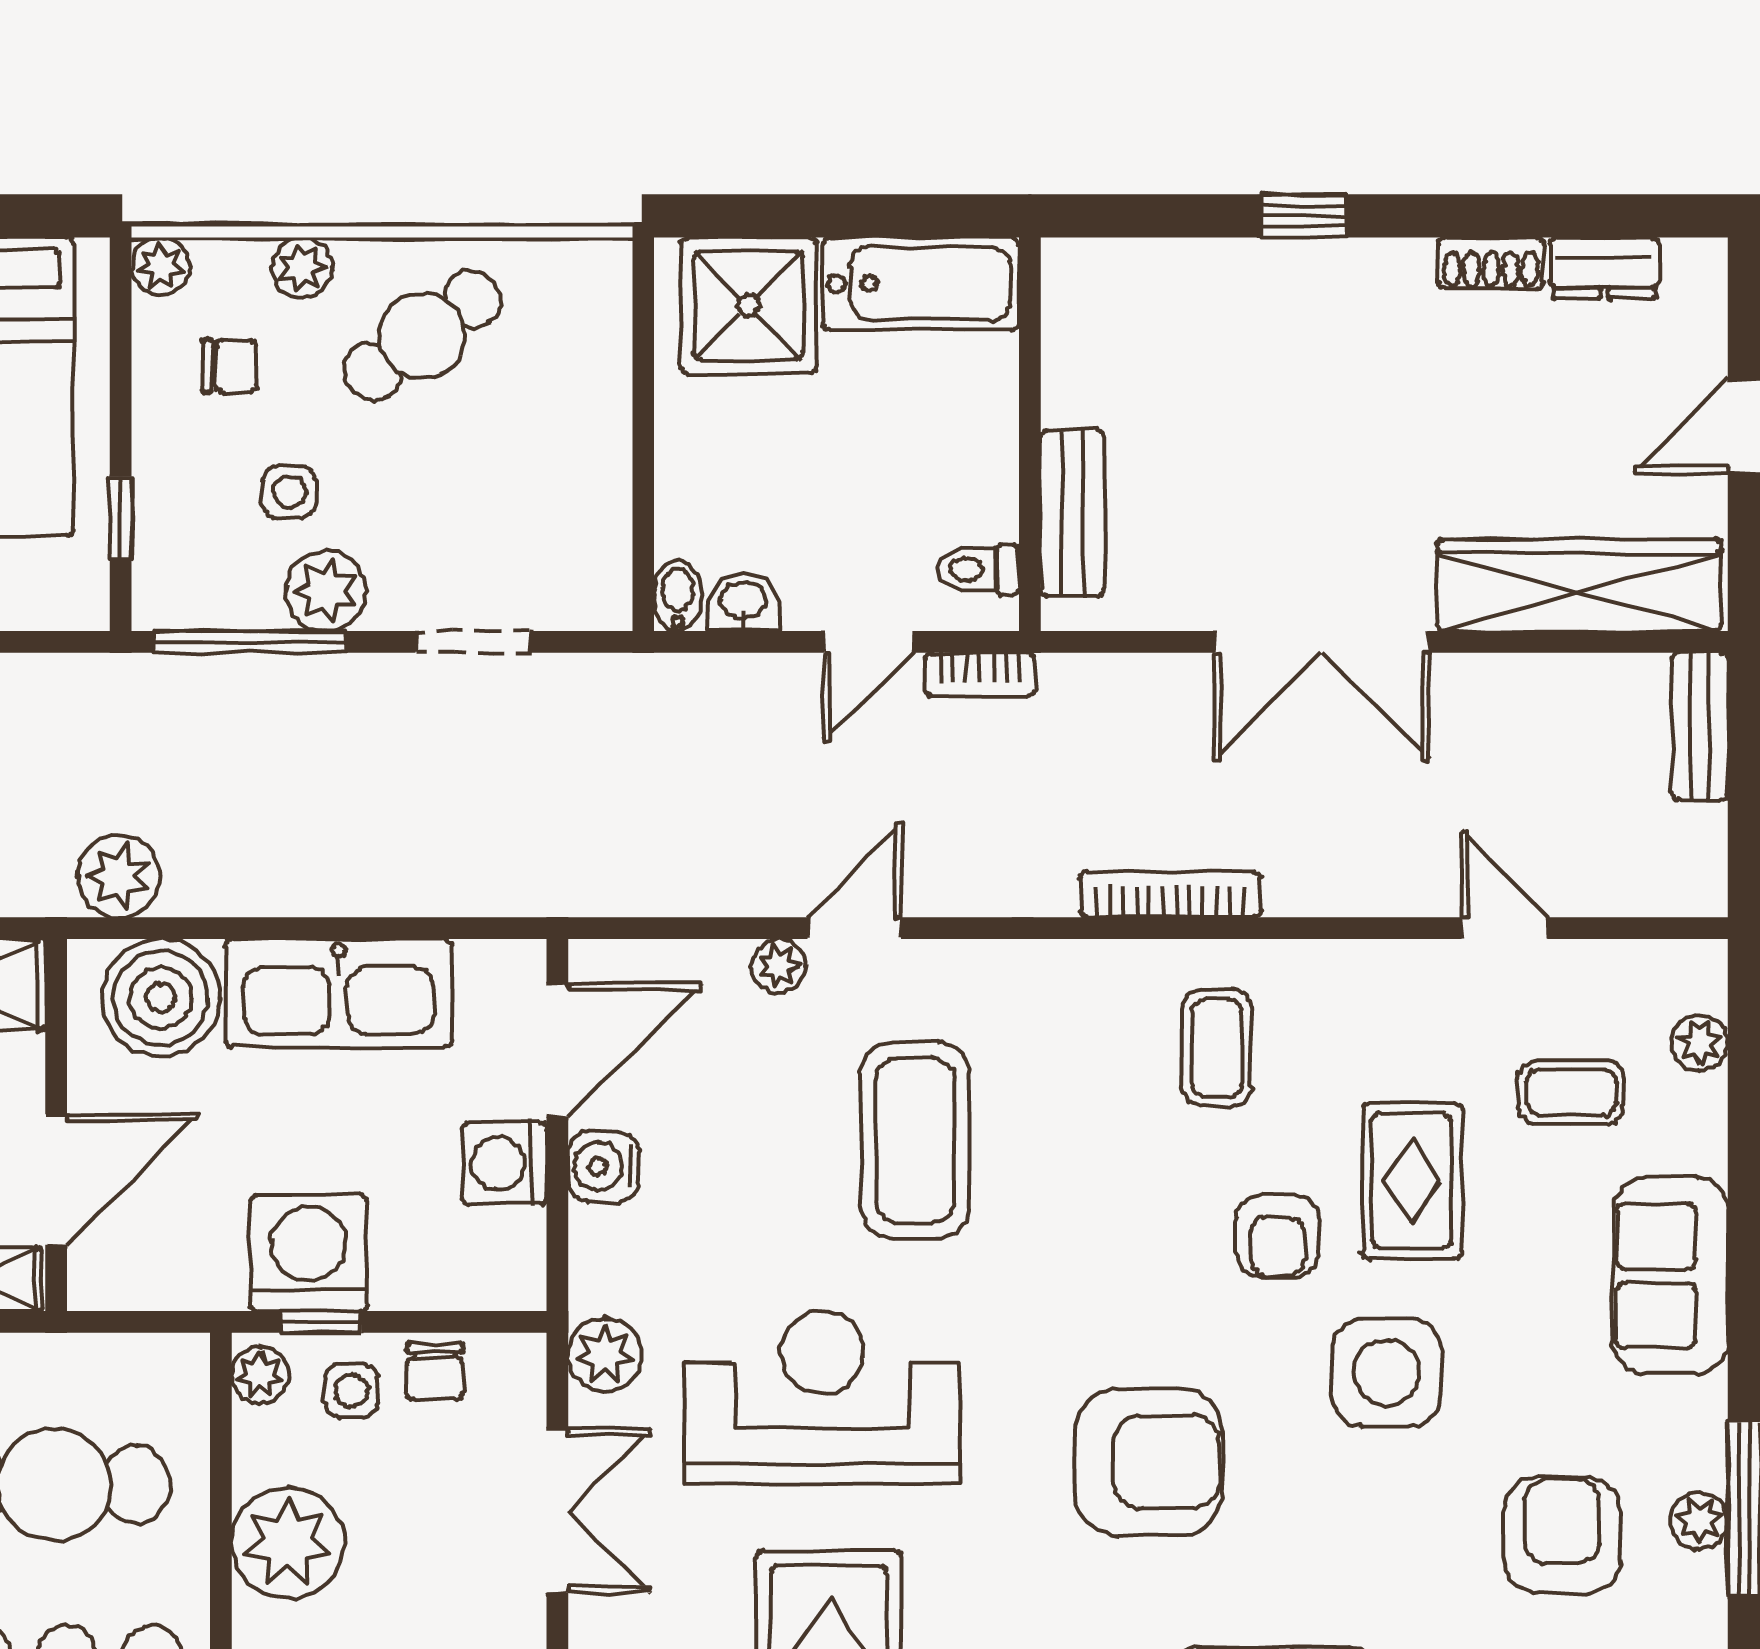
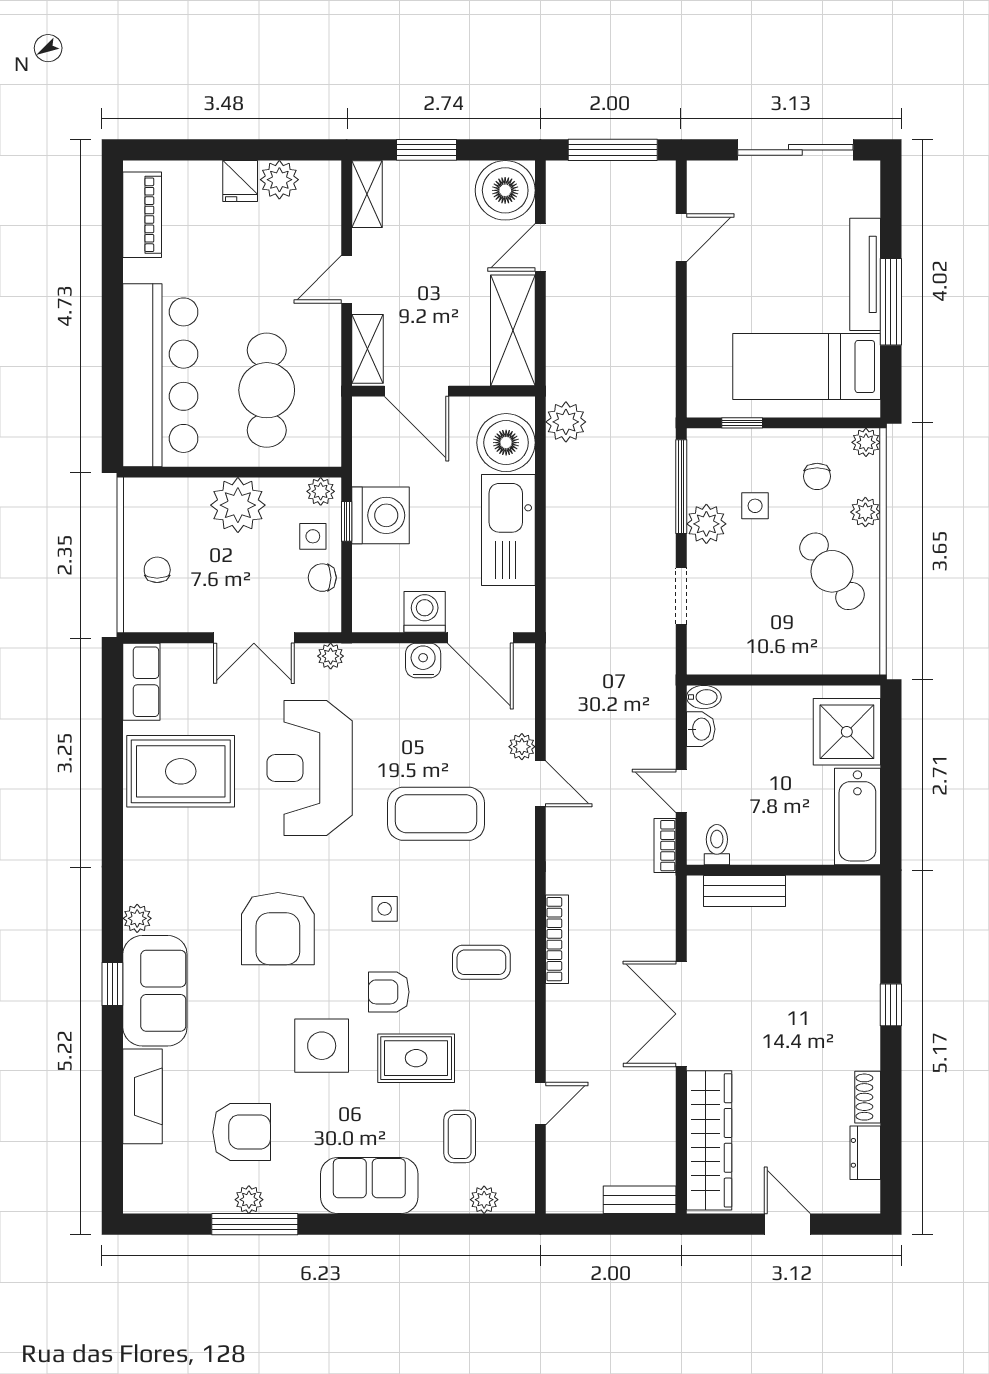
side table: (1108, 1245) -> (385, 909), added
plant: (605, 1355) -> (331, 656), width x0.73, depth x0.73
reception desk: (822, 1397) -> (310, 768), turned 180

